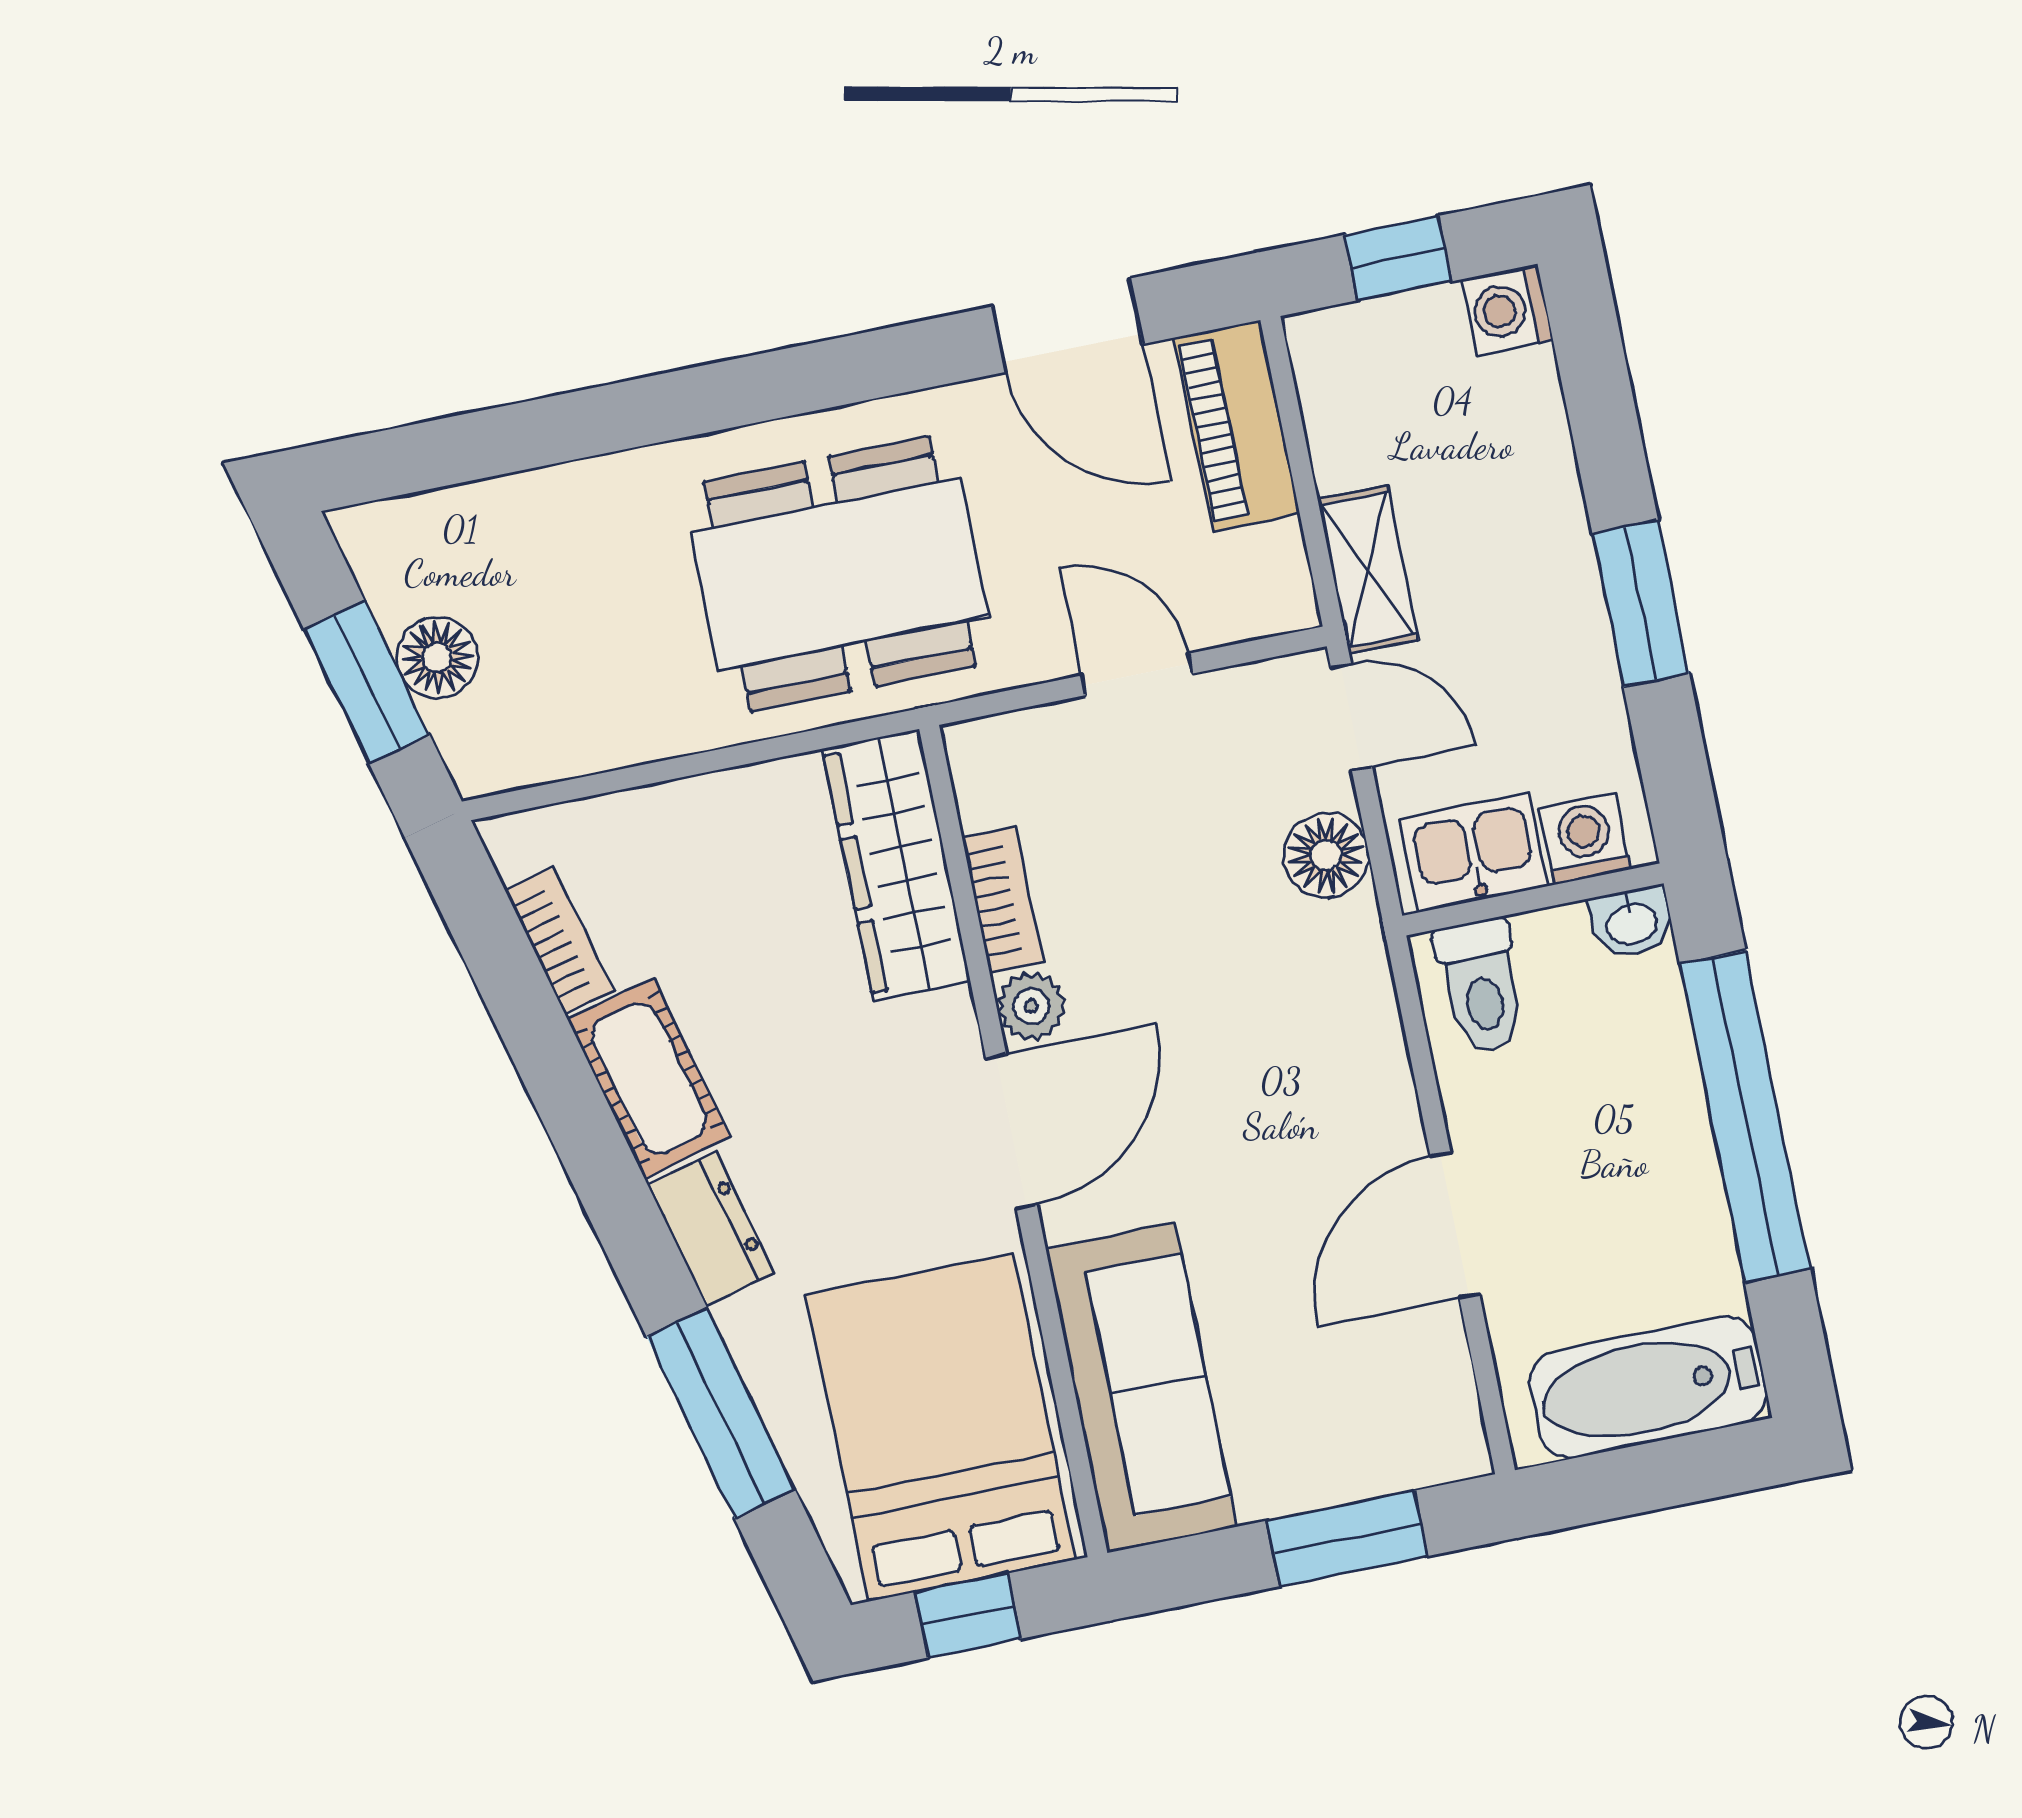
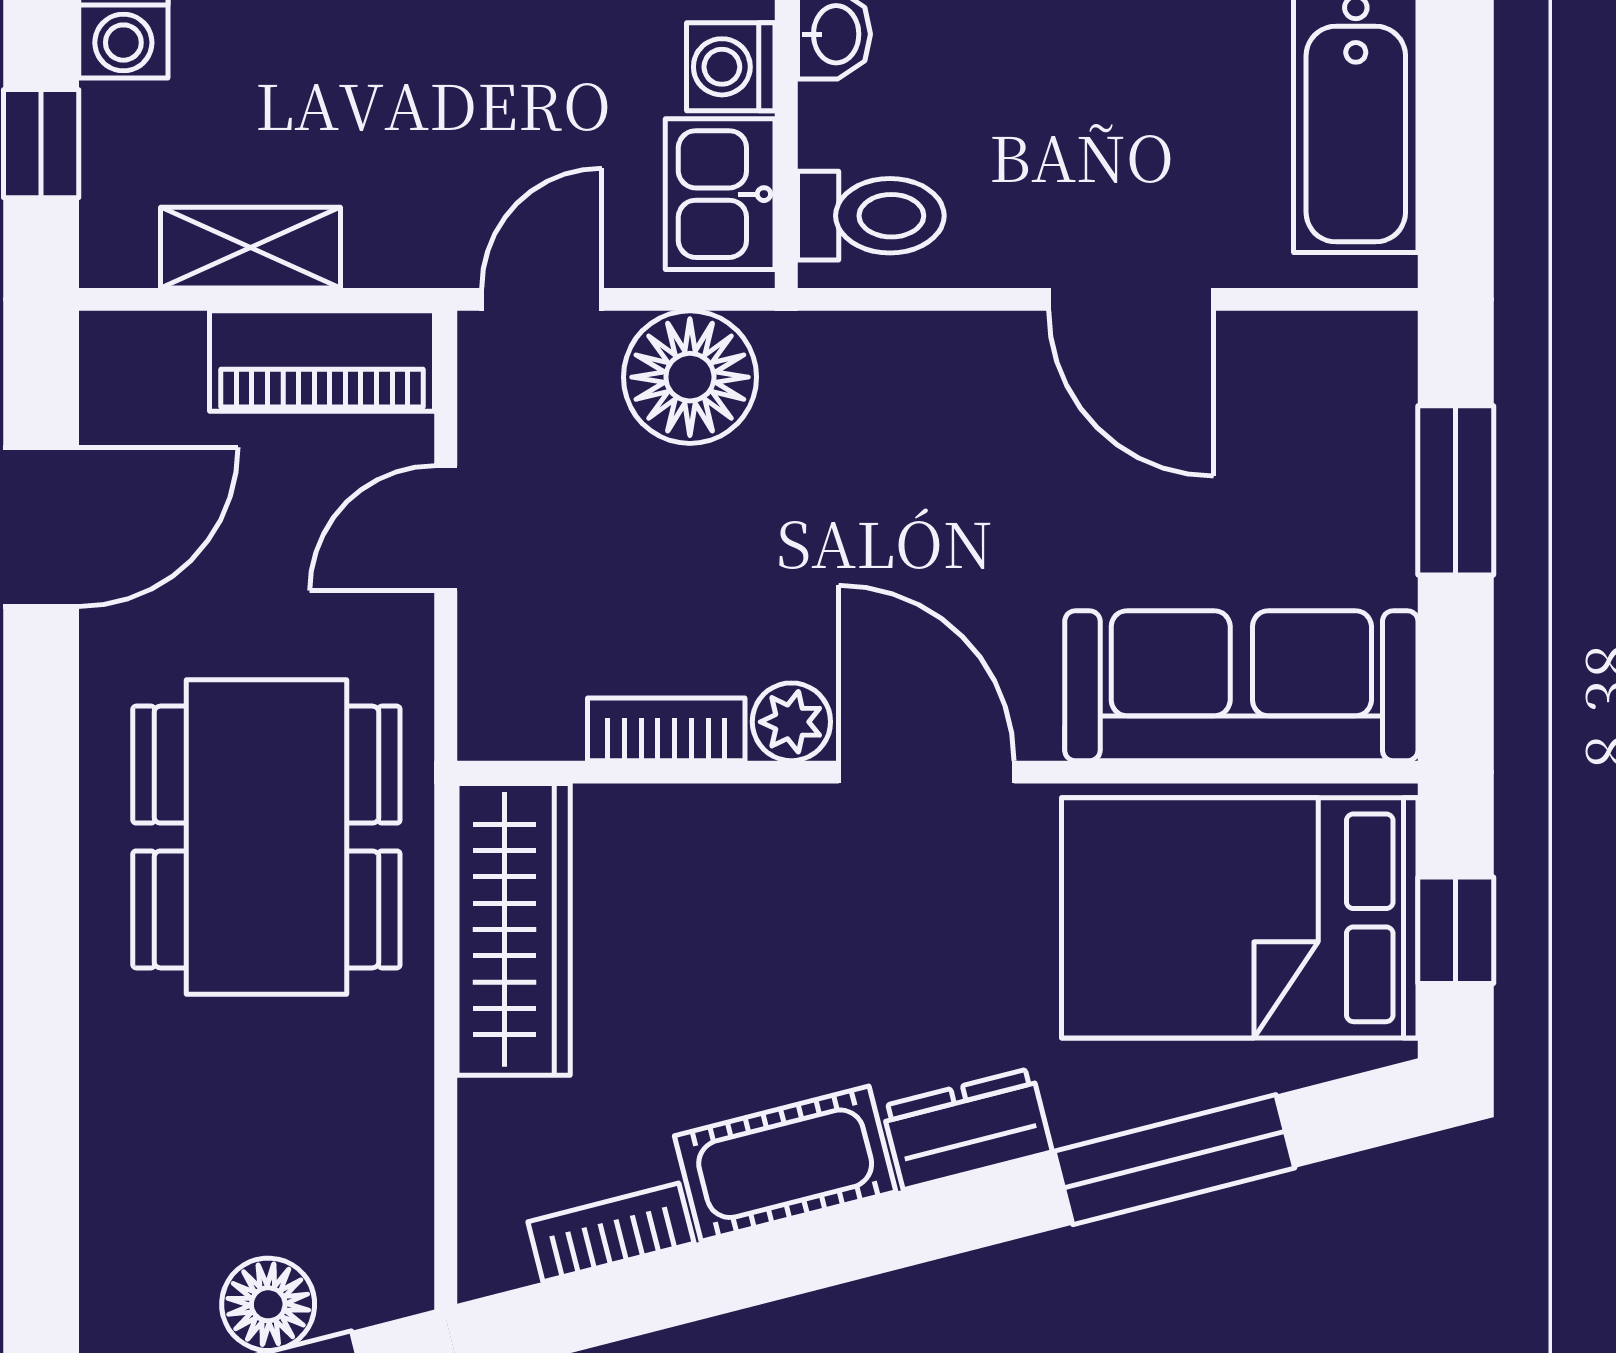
piano: (1237, 426) -> (322, 361), moved
shelving: (1368, 570) -> (250, 248), moved
floor lamp: (1326, 855) -> (690, 377), width x1.38, depth x1.38
wardrobe: (896, 865) -> (514, 929), moved, turned -90

